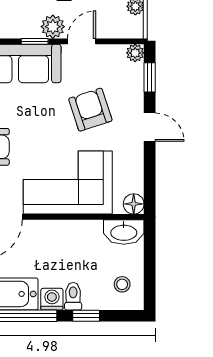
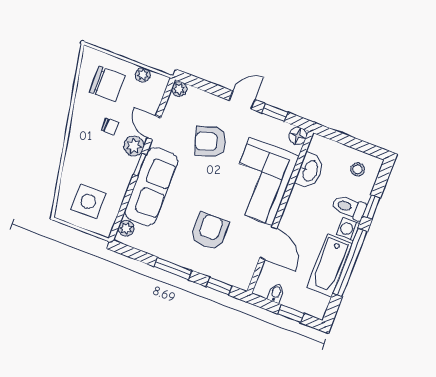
window: (150, 77) -> (275, 113), moved
washbasin: (124, 232) -> (310, 171), moved
toilet: (73, 296) -> (349, 207), width x1.37, depth x1.39

